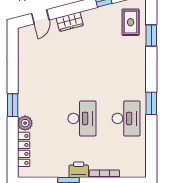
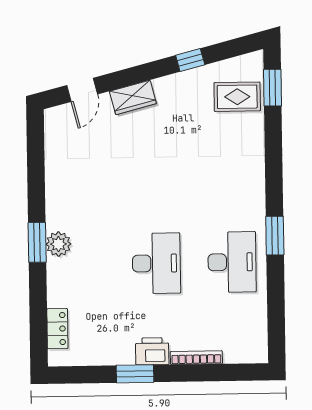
rug: (131, 22) -> (237, 97), turned 90
window: (151, 36) -> (273, 88), moved
plant: (25, 123) -> (58, 244), moved
locker: (24, 149) -> (57, 329), width x0.66

